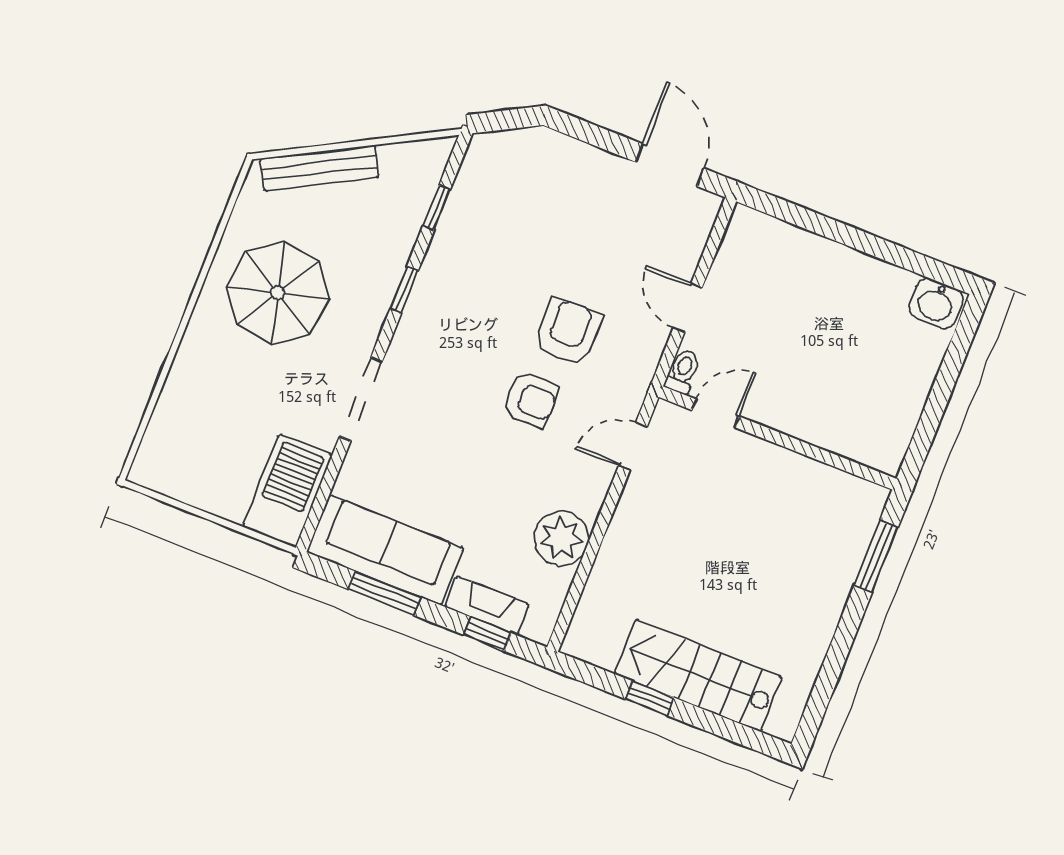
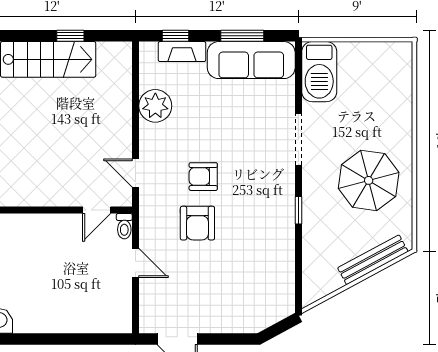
window: (437, 208) -> (298, 263), removed
door: (633, 447) -> (135, 173), swing flipped

